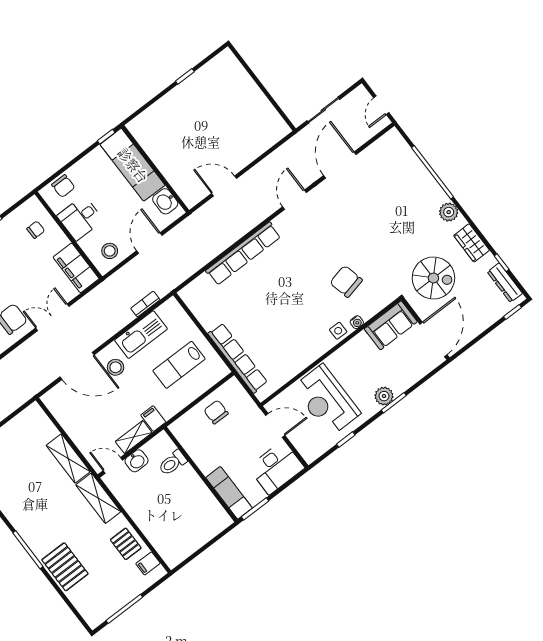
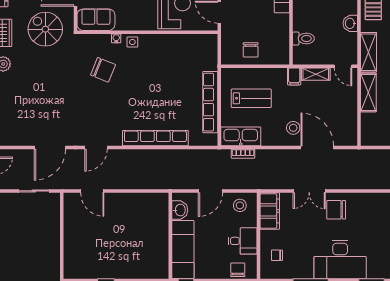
door: (224, 186) -> (92, 191), moved
chair: (346, 281) -> (103, 70), turned -55
kitchen sink: (141, 335) -> (241, 136), moved
row of seats: (238, 358) -> (210, 102), moved
washbasin: (137, 461) -> (350, 23), moved, turned -90

